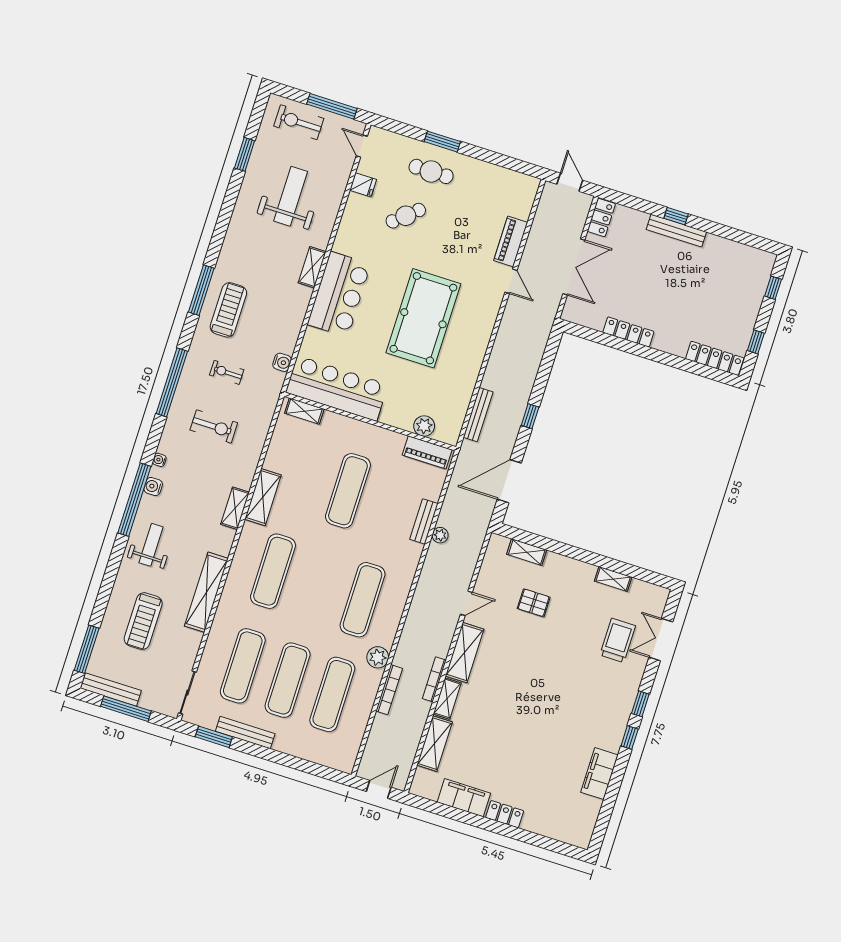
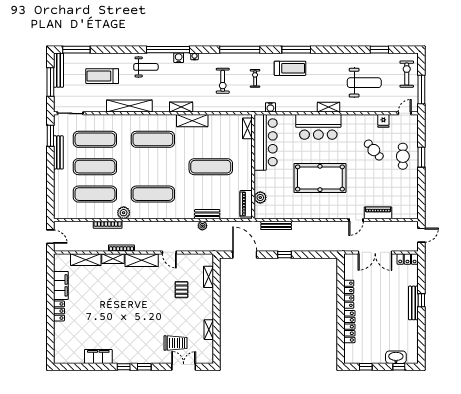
washbasin: (756, 288) -> (396, 357), added
locker: (715, 358) -> (349, 327), moved

